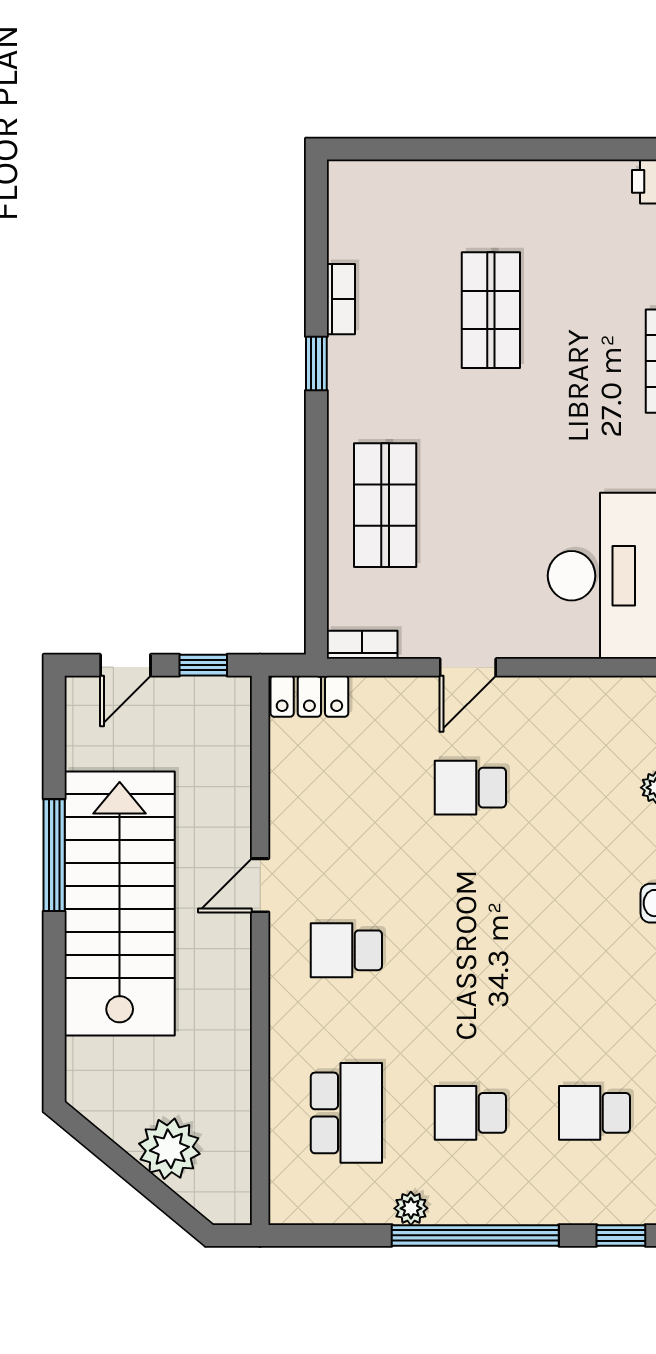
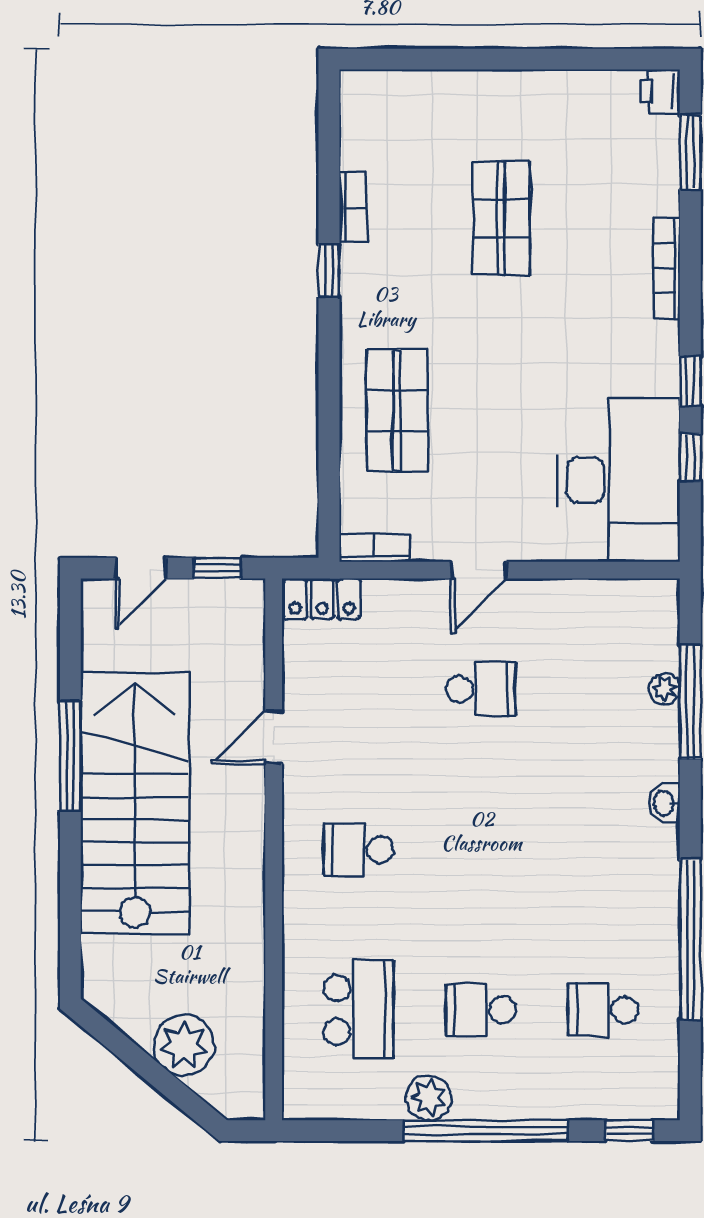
school desk: (470, 788) -> (481, 689), turned 180
door: (260, 885) -> (274, 737), moved
plant: (411, 1208) -> (428, 1098), width x1.38, depth x1.38

